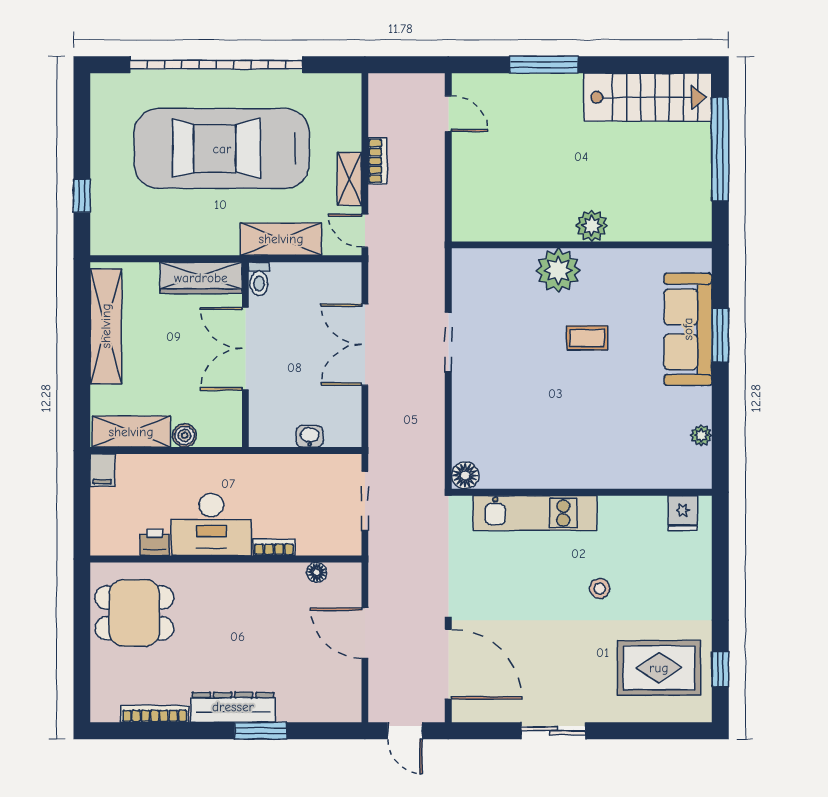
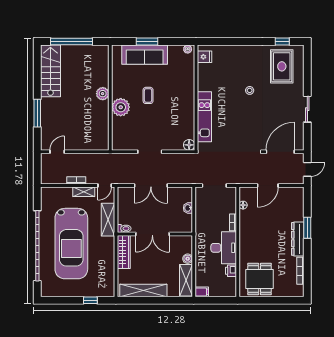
floor lamp: (465, 475) -> (189, 145), moved
wall: (582, 492) -> (196, 98), moved
kitchen unit: (535, 513) -> (204, 117), moved
fridge: (683, 513) -> (204, 57), moved

